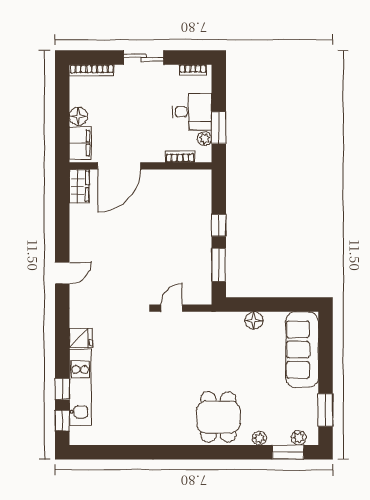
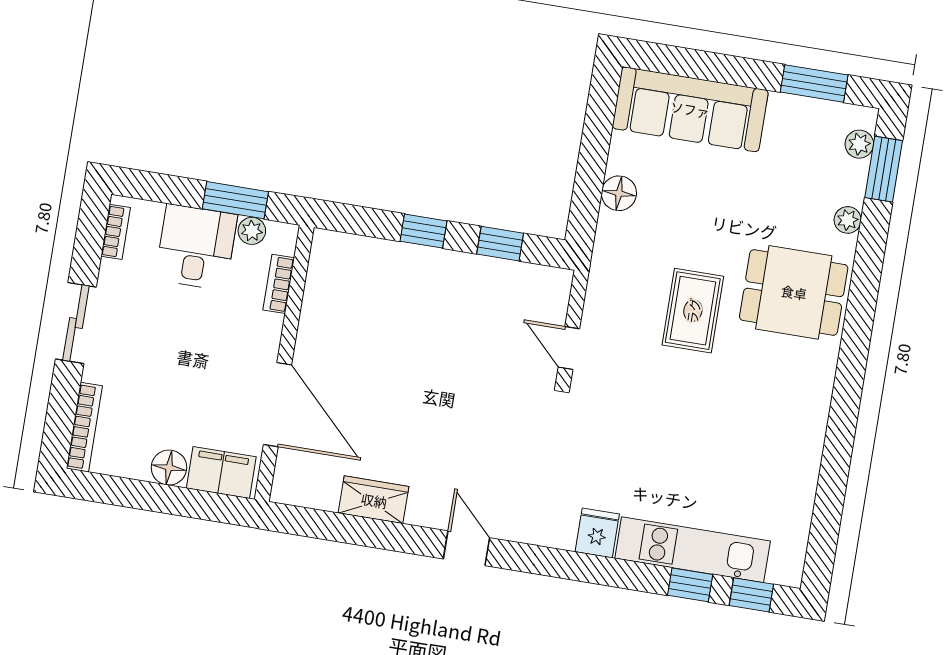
wardrobe: (79, 186) -> (374, 500), moved
window: (219, 265) -> (500, 244), width x0.67
rug: (201, 368) -> (693, 311), added

